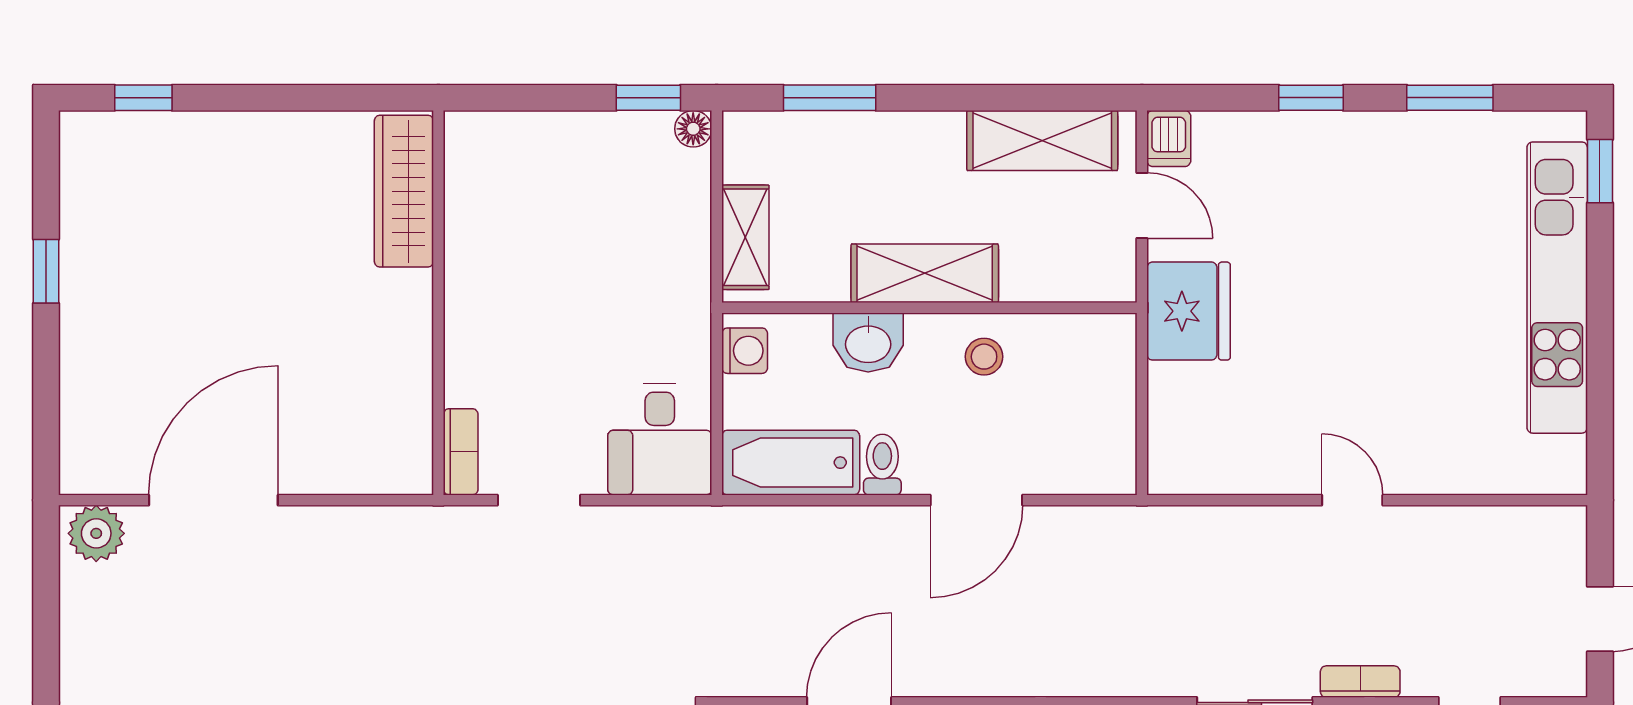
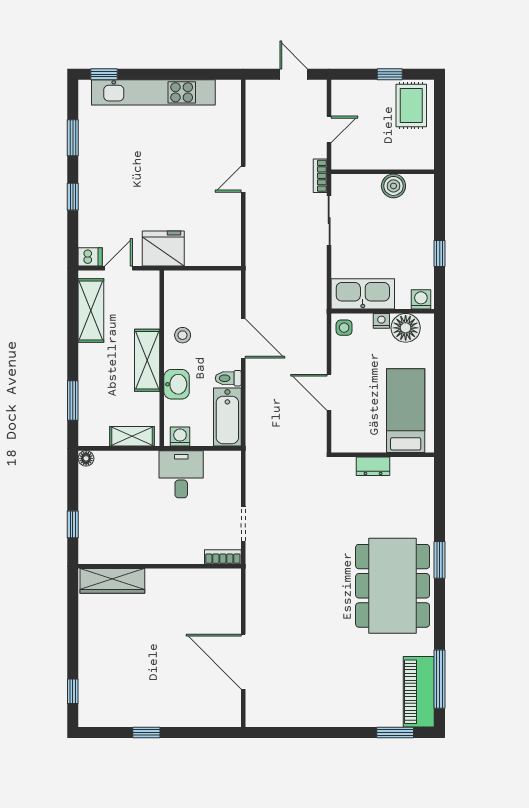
window: (648, 98) -> (73, 524), moved
desk: (660, 439) -> (181, 474), moved, turned -90
plant: (96, 533) -> (257, 711), removed

